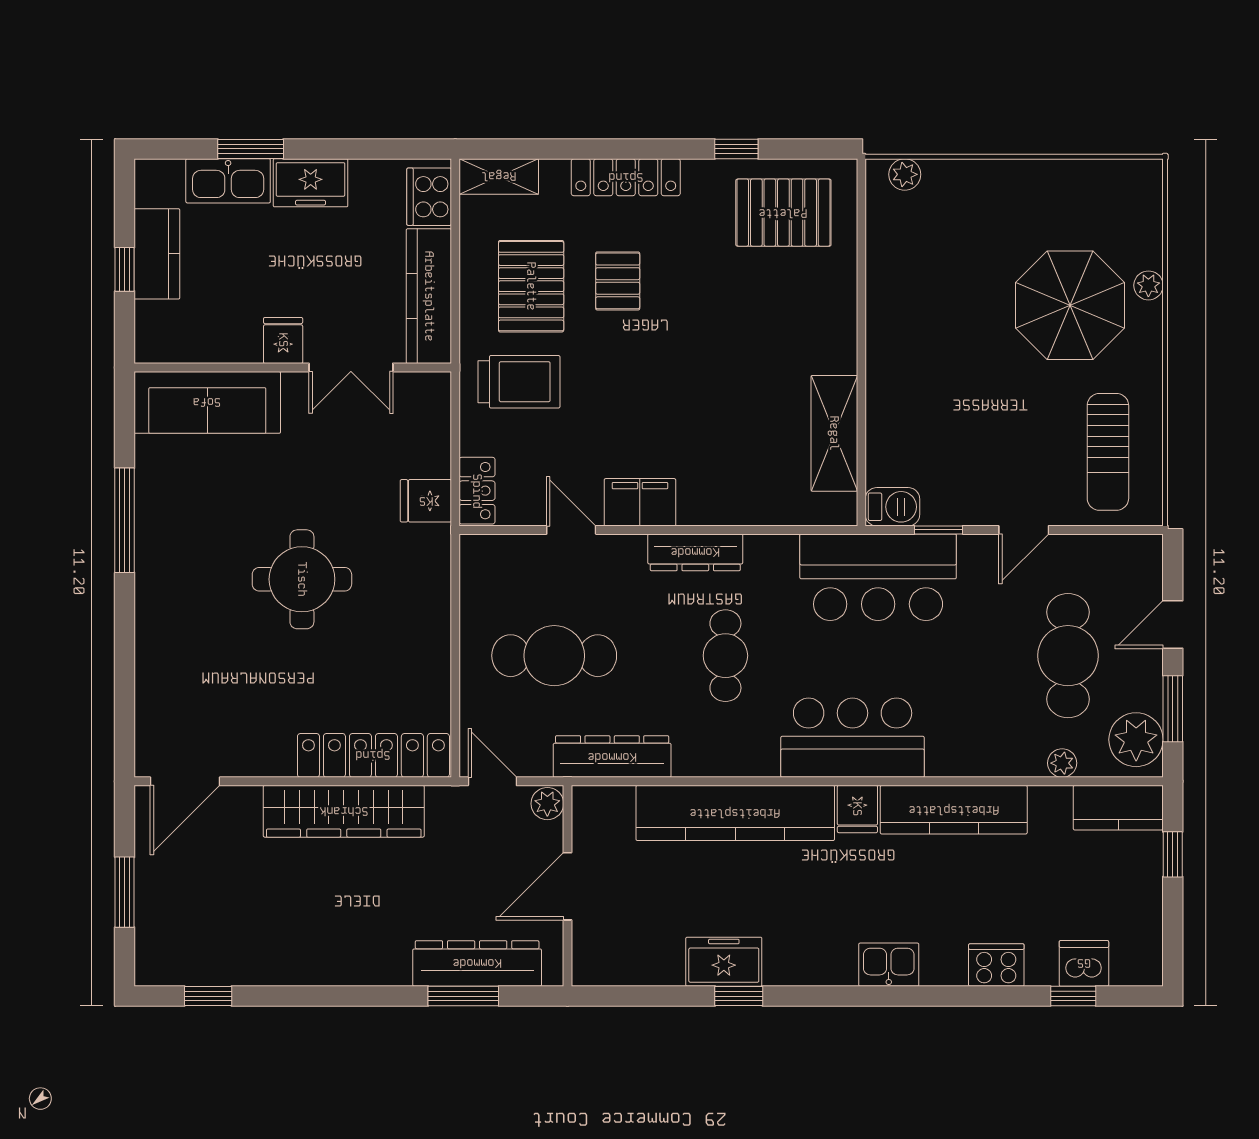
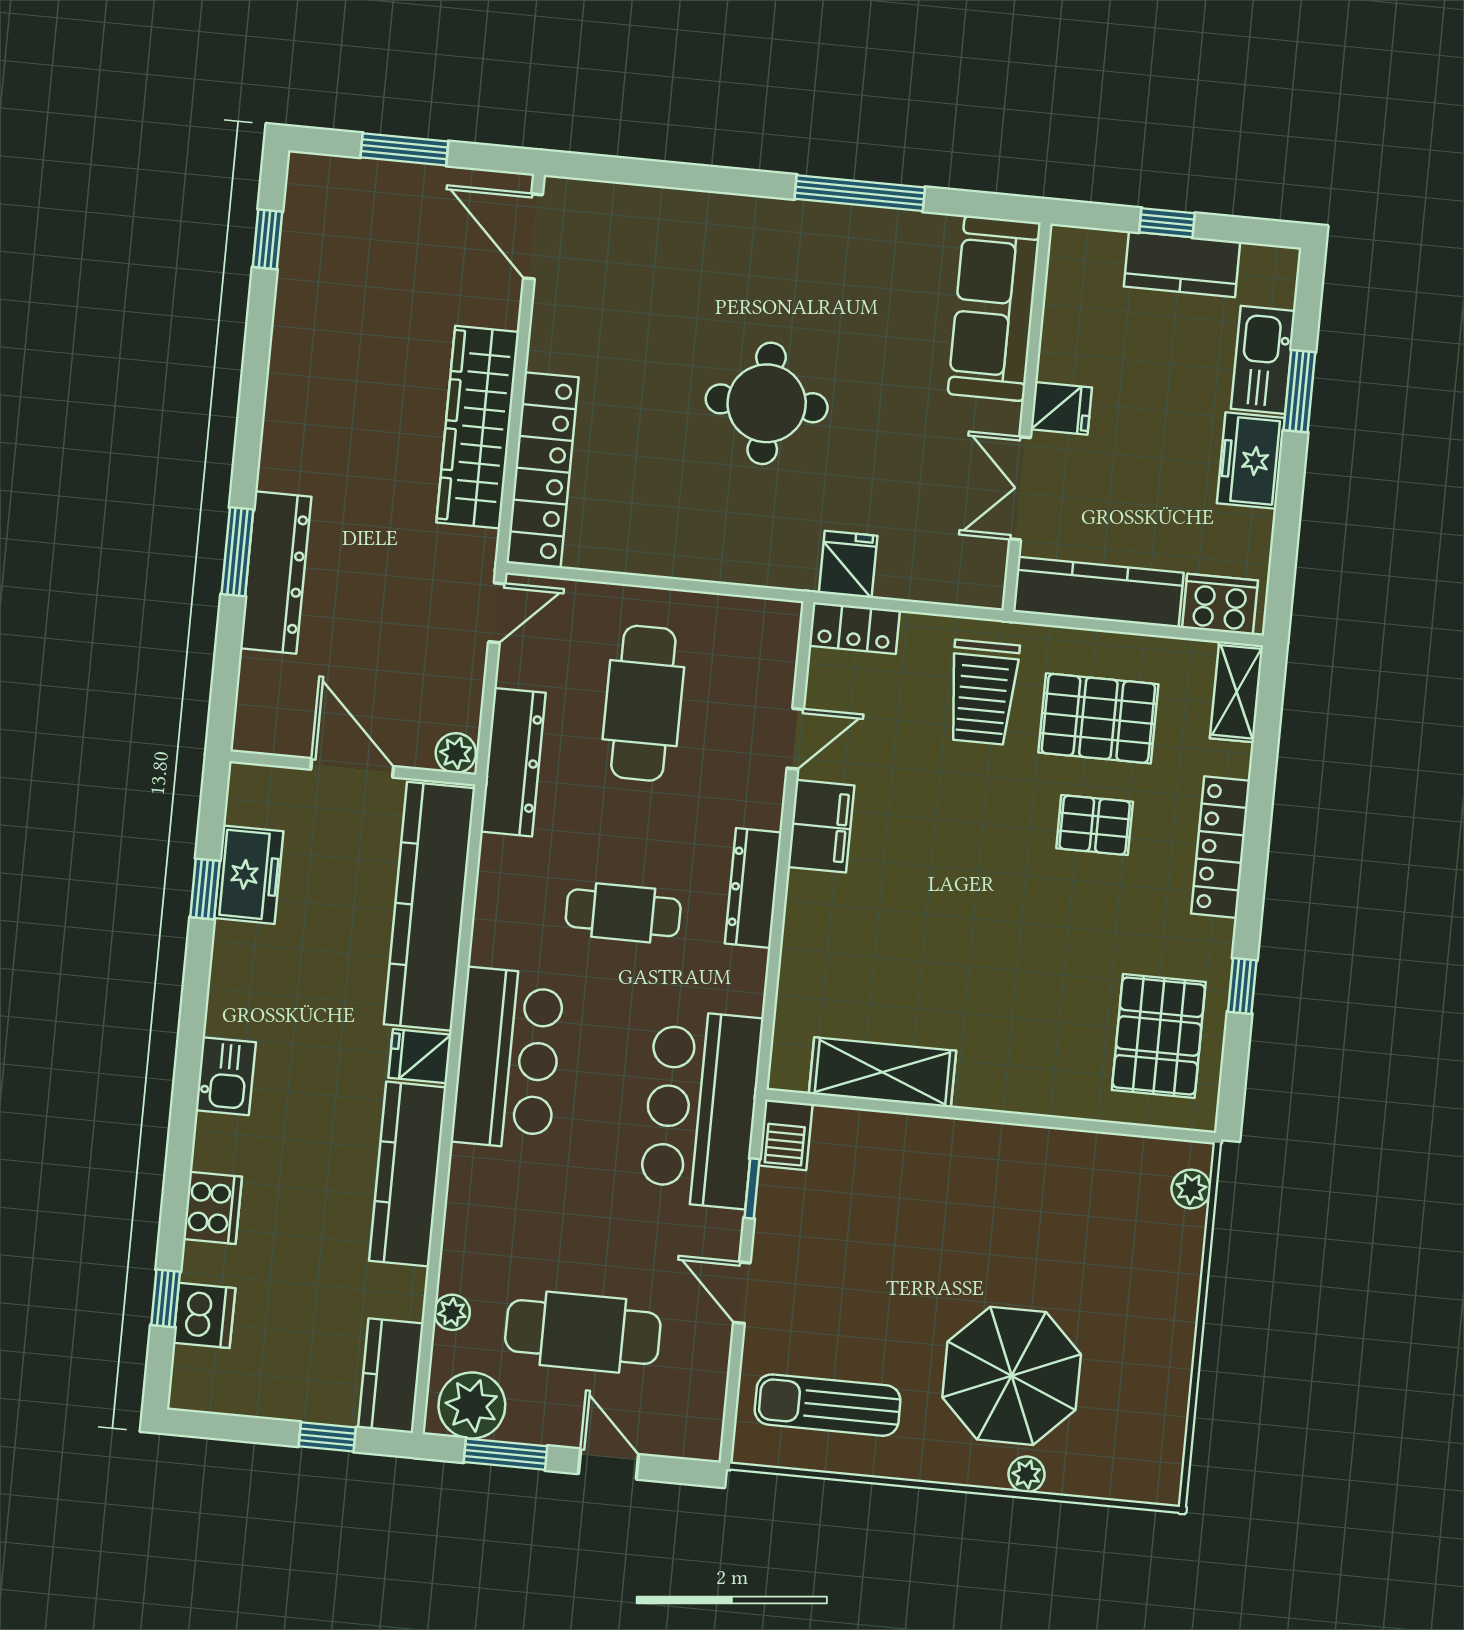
plant: (547, 804) -> (456, 753), moved
door: (567, 886) -> (352, 768), moved
wall: (567, 886) -> (353, 768), moved

